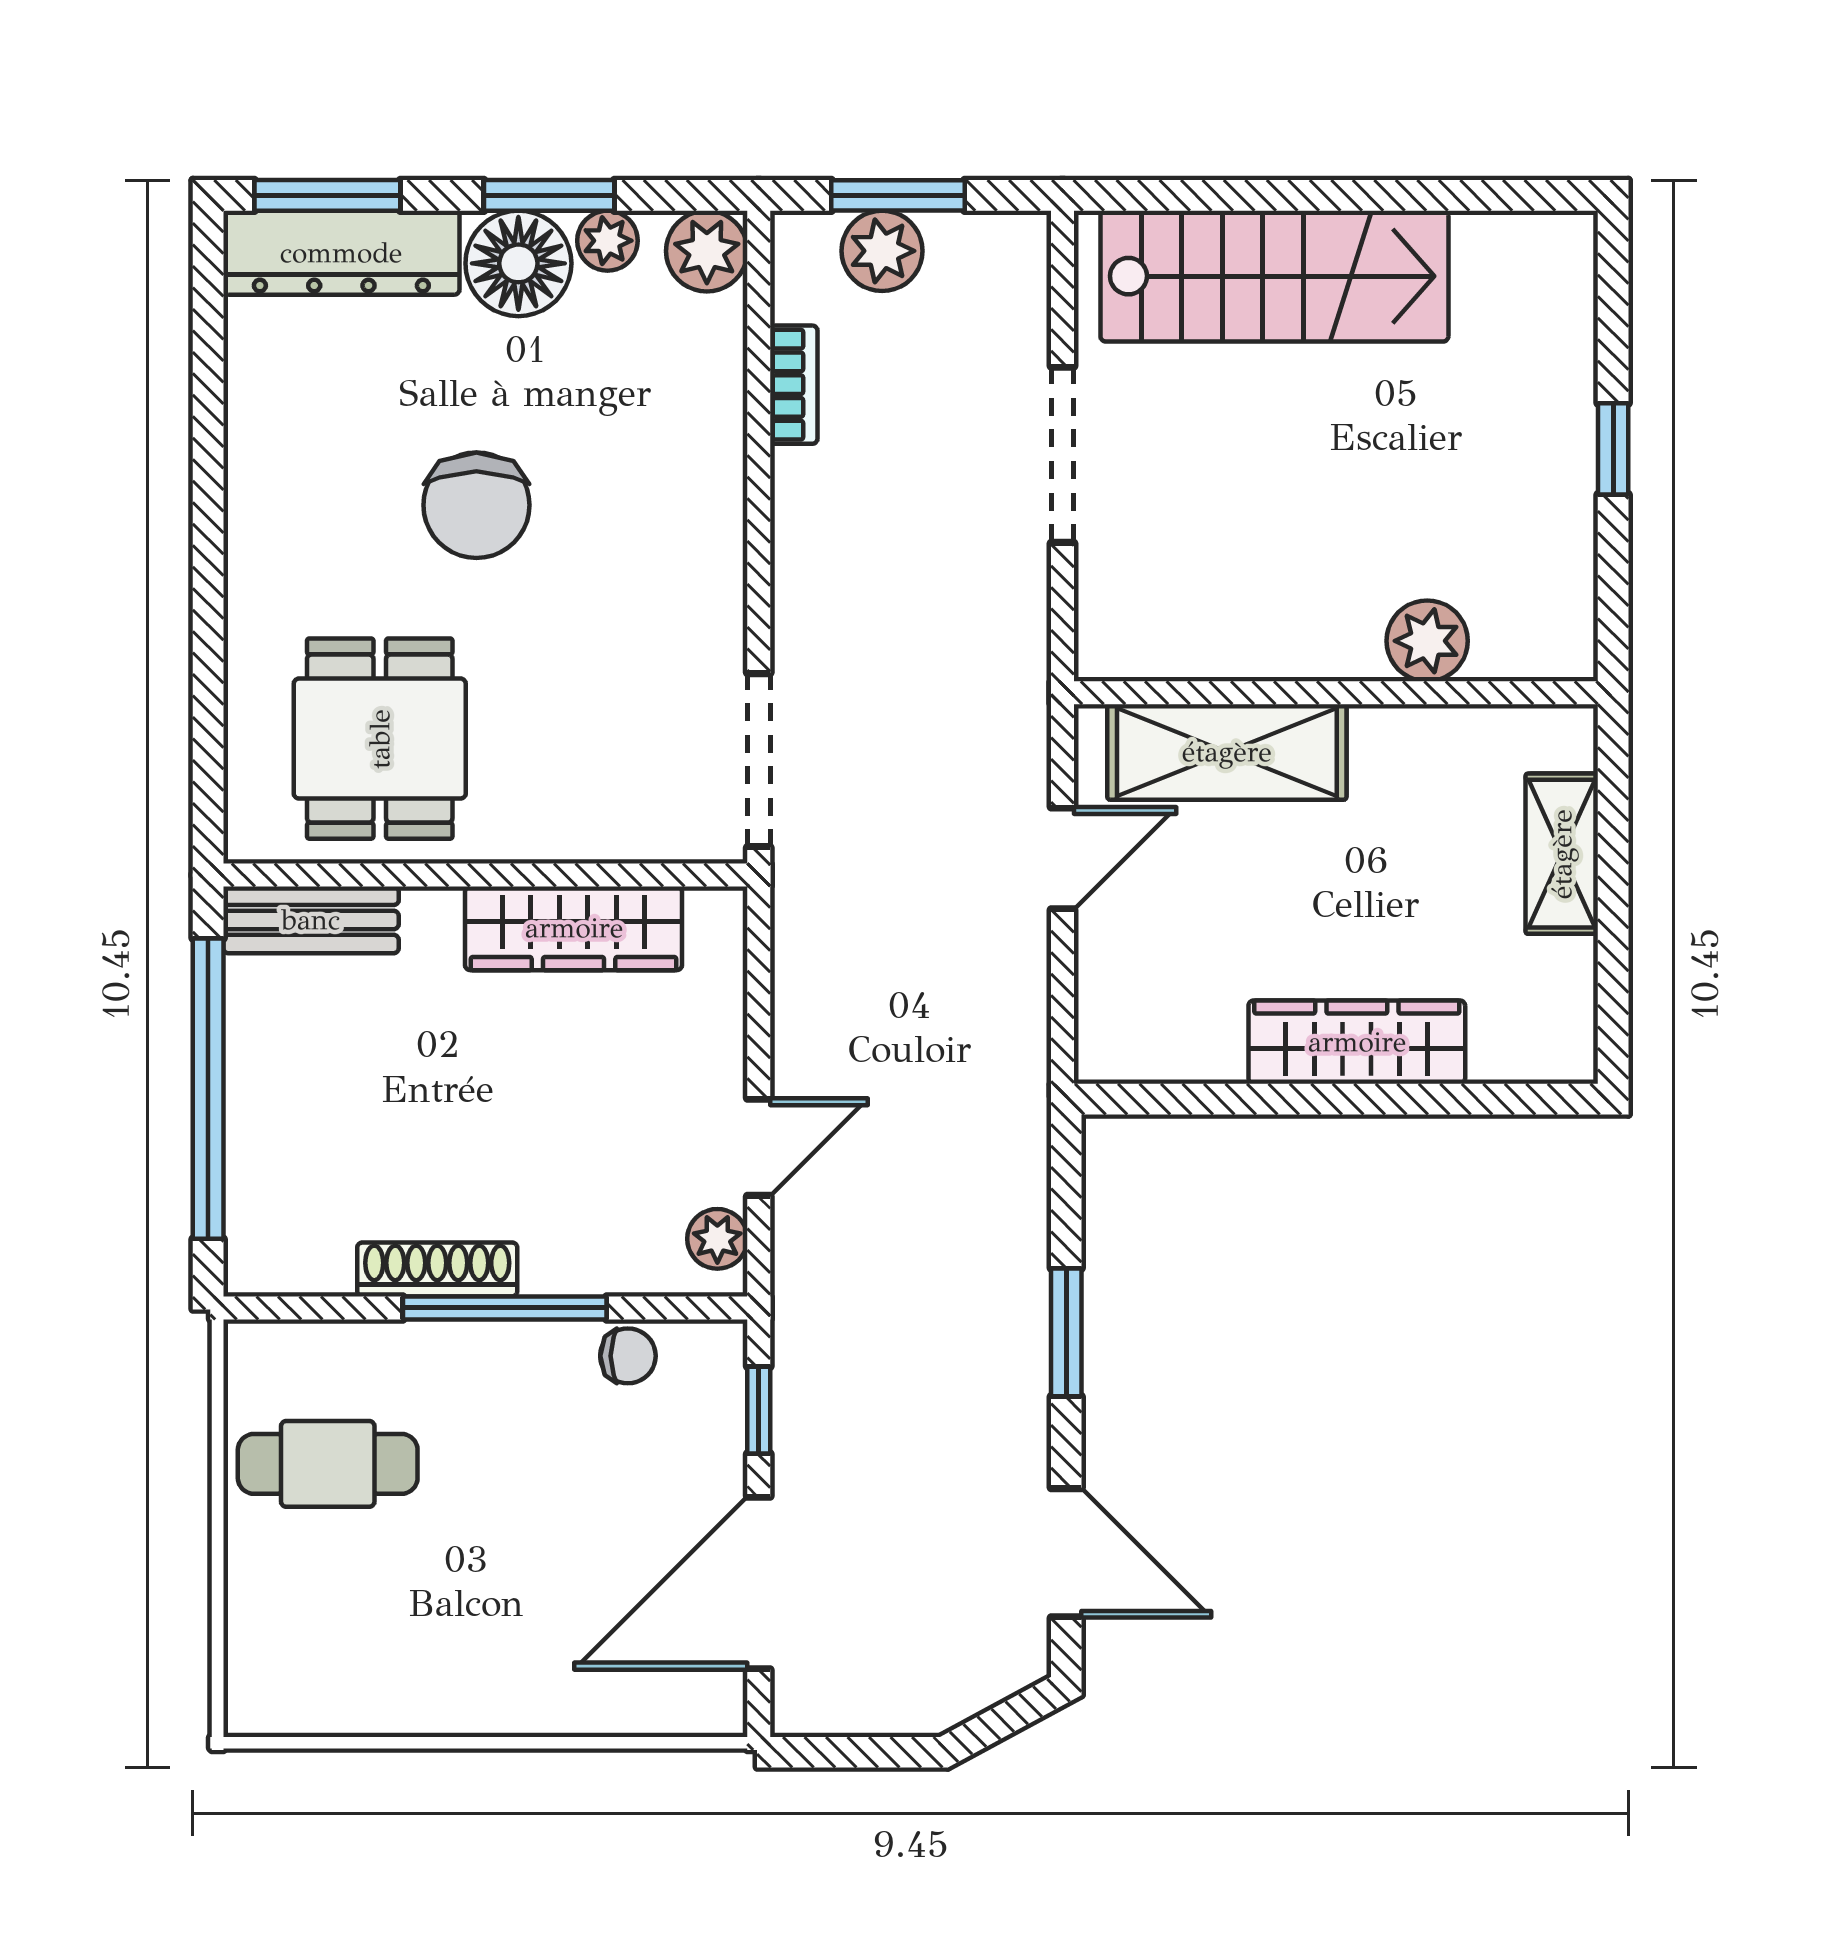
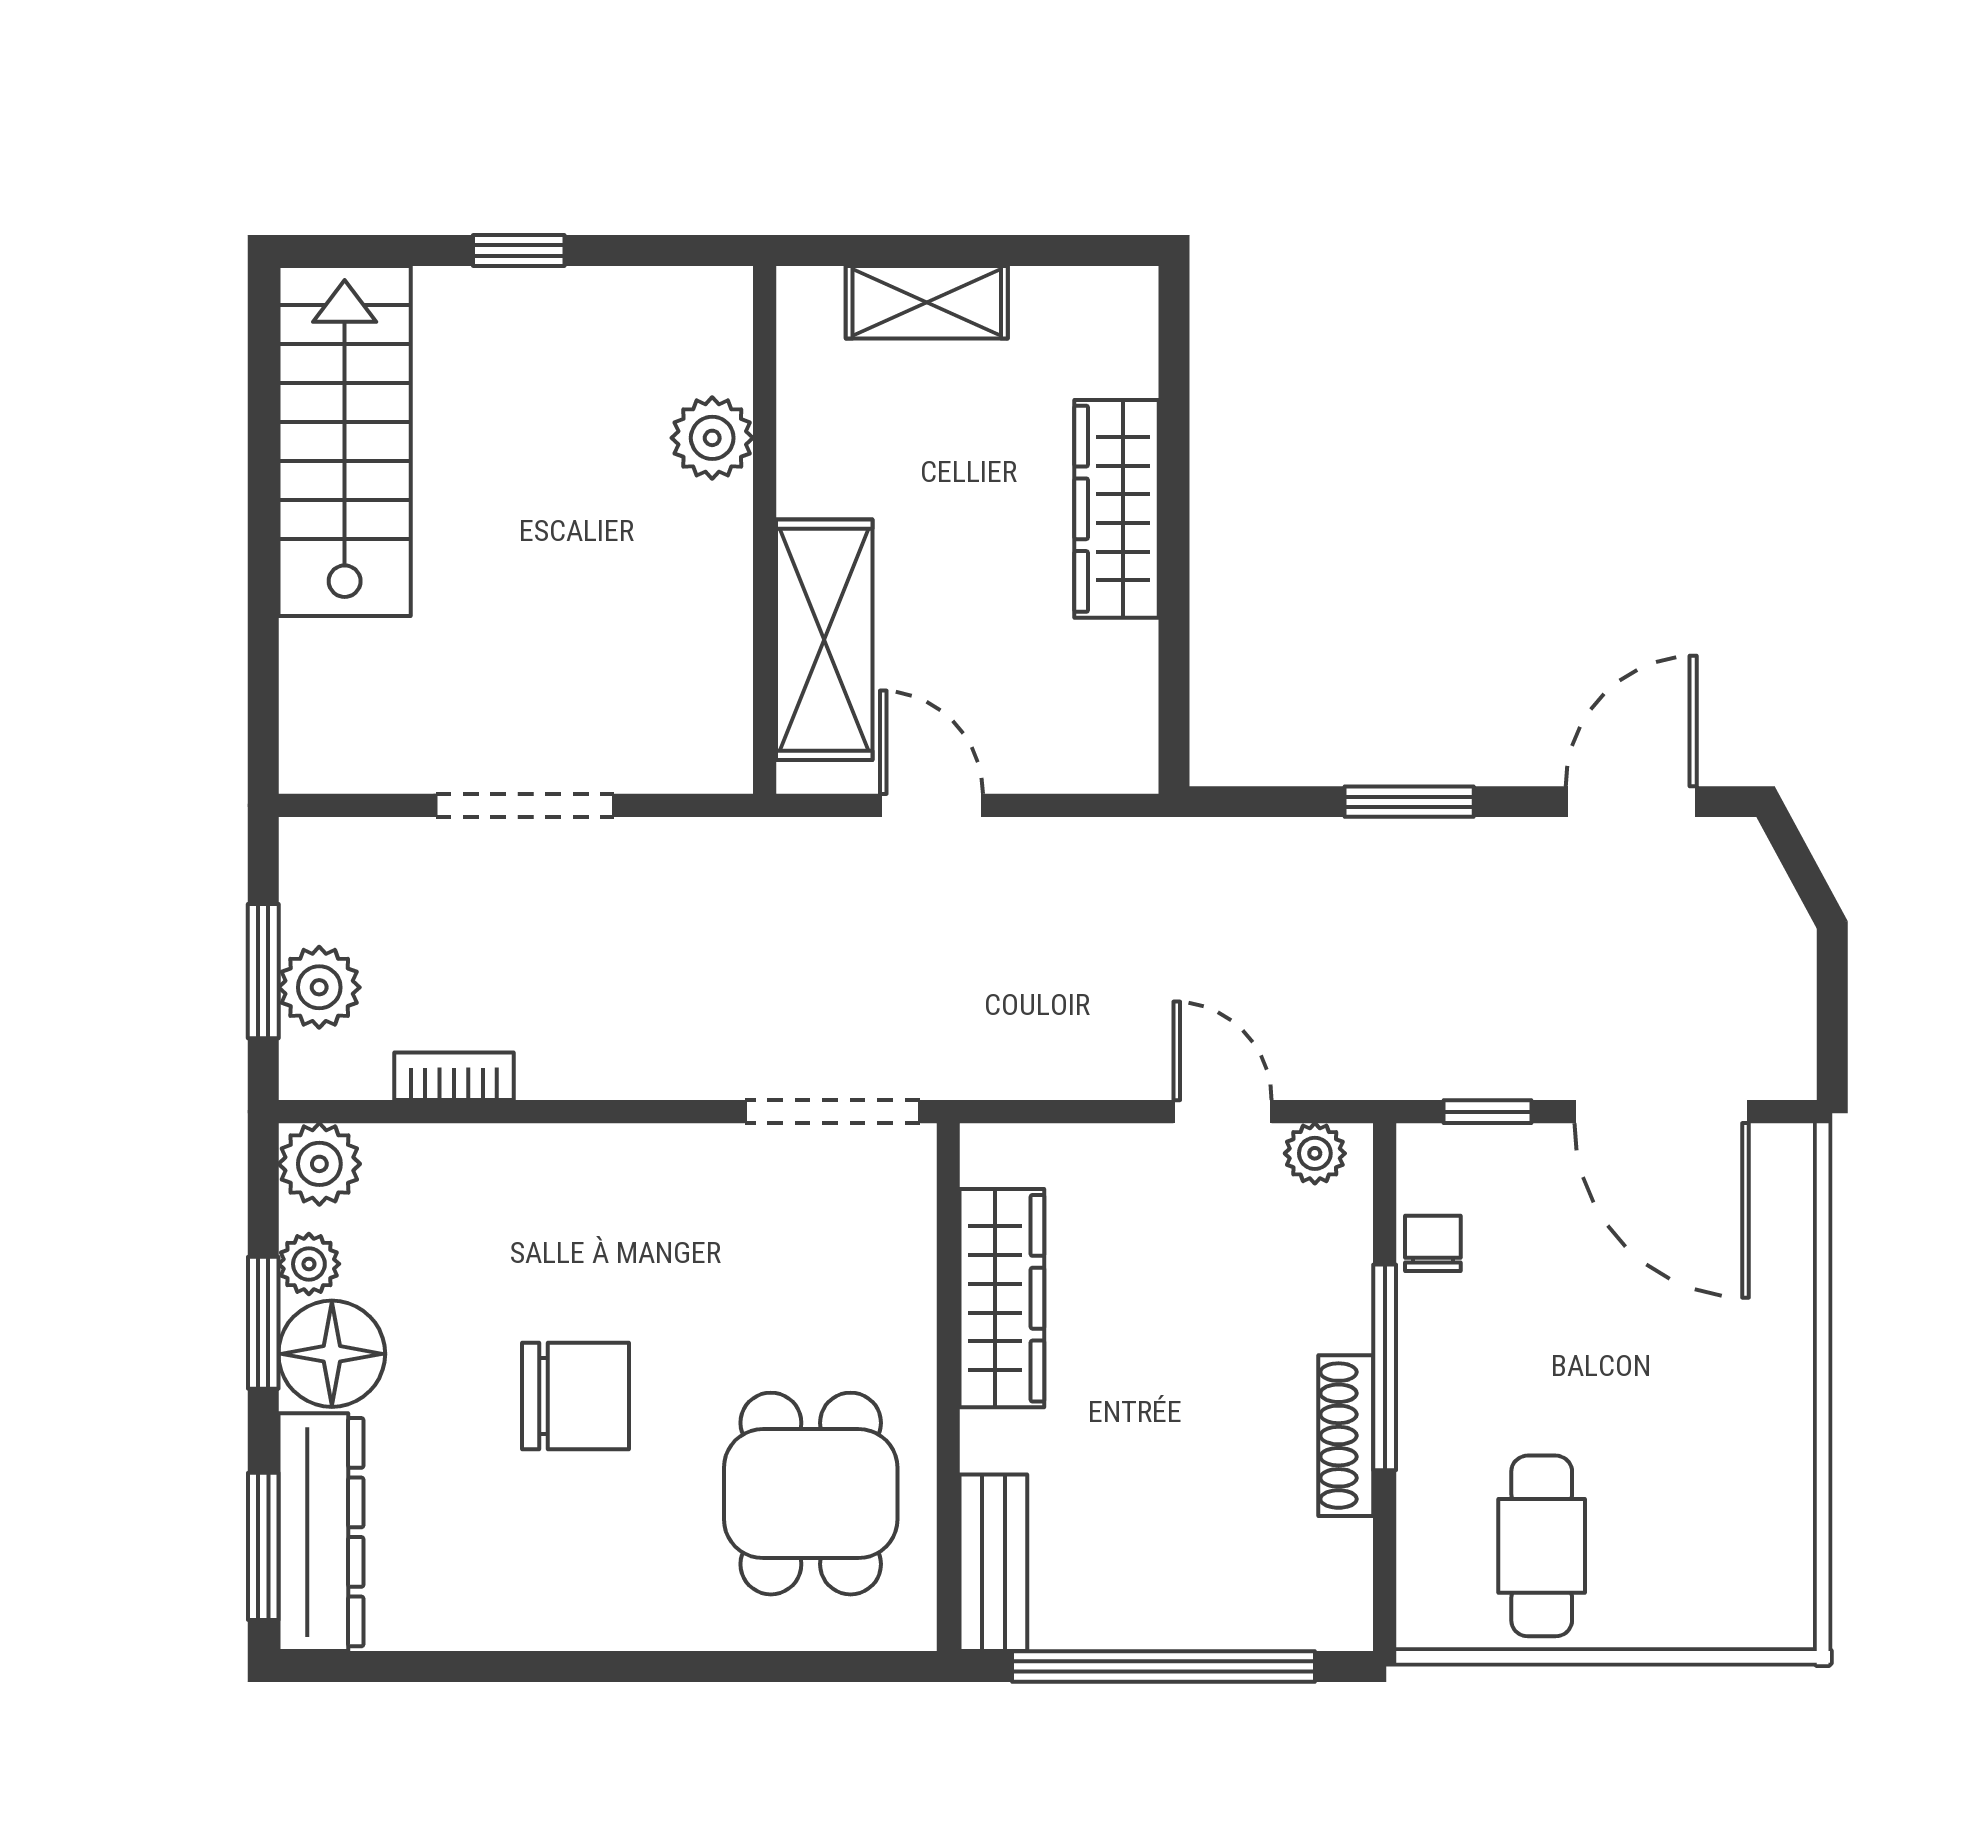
stairs: (1274, 276) -> (345, 441), moved
dining table: (380, 739) -> (811, 1494), turned 90

